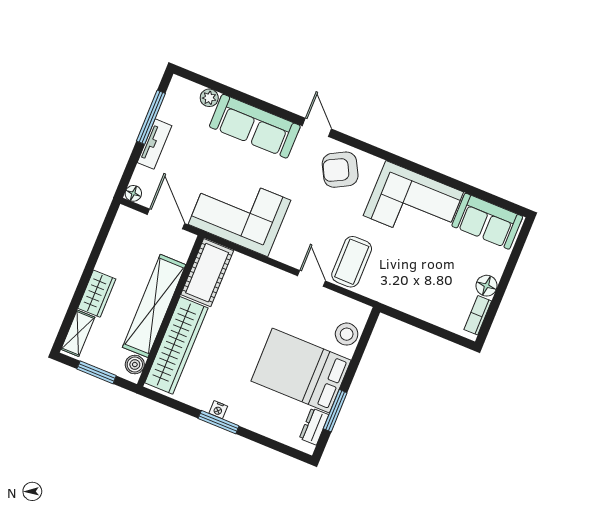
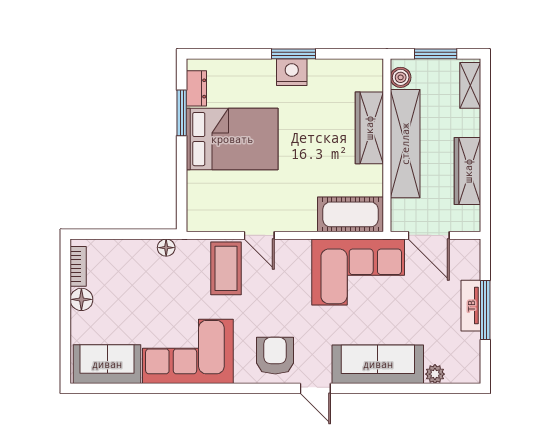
window: (151, 117) -> (485, 310), moved
armchair: (340, 170) -> (275, 356), turned -62
floor lamp: (133, 193) -> (166, 248), moved
cot: (207, 273) -> (350, 214), moved, turned 90
wardrobe: (97, 294) -> (468, 171), moved, width x1.50
stool: (347, 334) -> (202, 194), removed
wardrobe: (176, 345) -> (369, 128), width x0.71, depth x0.85
nightstand: (218, 410) -> (292, 72), width x1.89, depth x1.79

